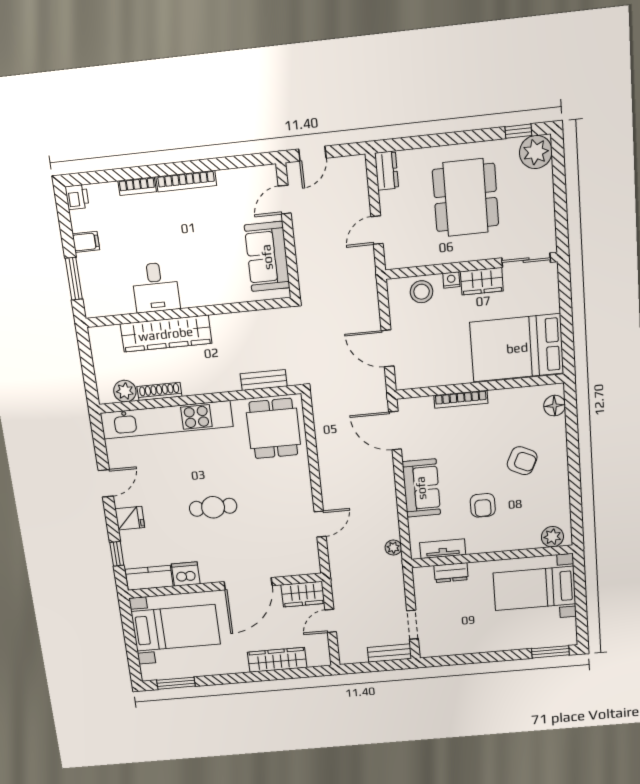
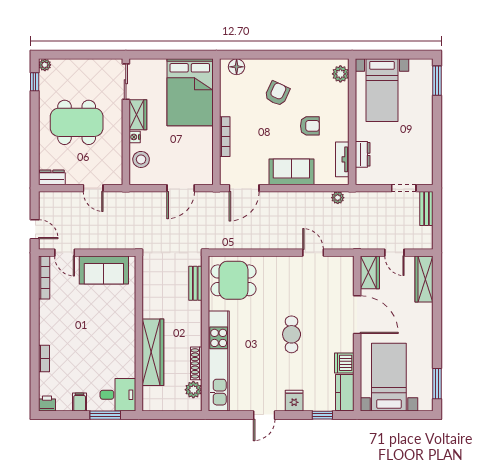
plant: (536, 152) -> (45, 65), width x0.53, depth x0.53
bookcase: (186, 181) -> (44, 277), moved
desk: (156, 287) -> (118, 395), moved
door: (106, 483) -> (264, 415), swing flipped
wardrobe: (277, 660) -> (424, 279), moved

